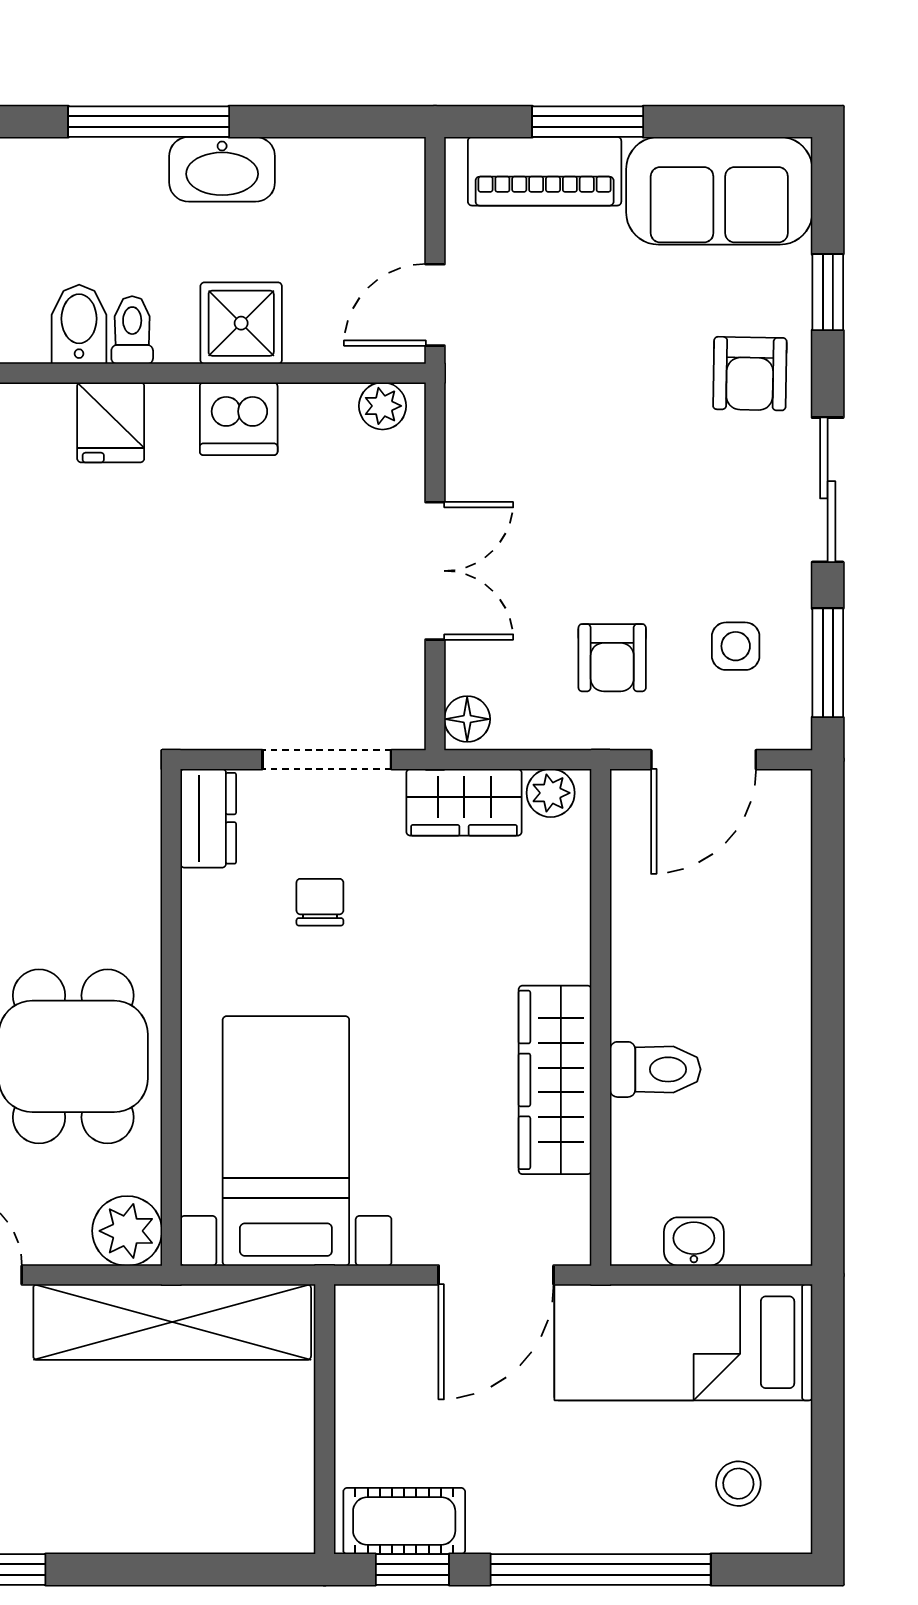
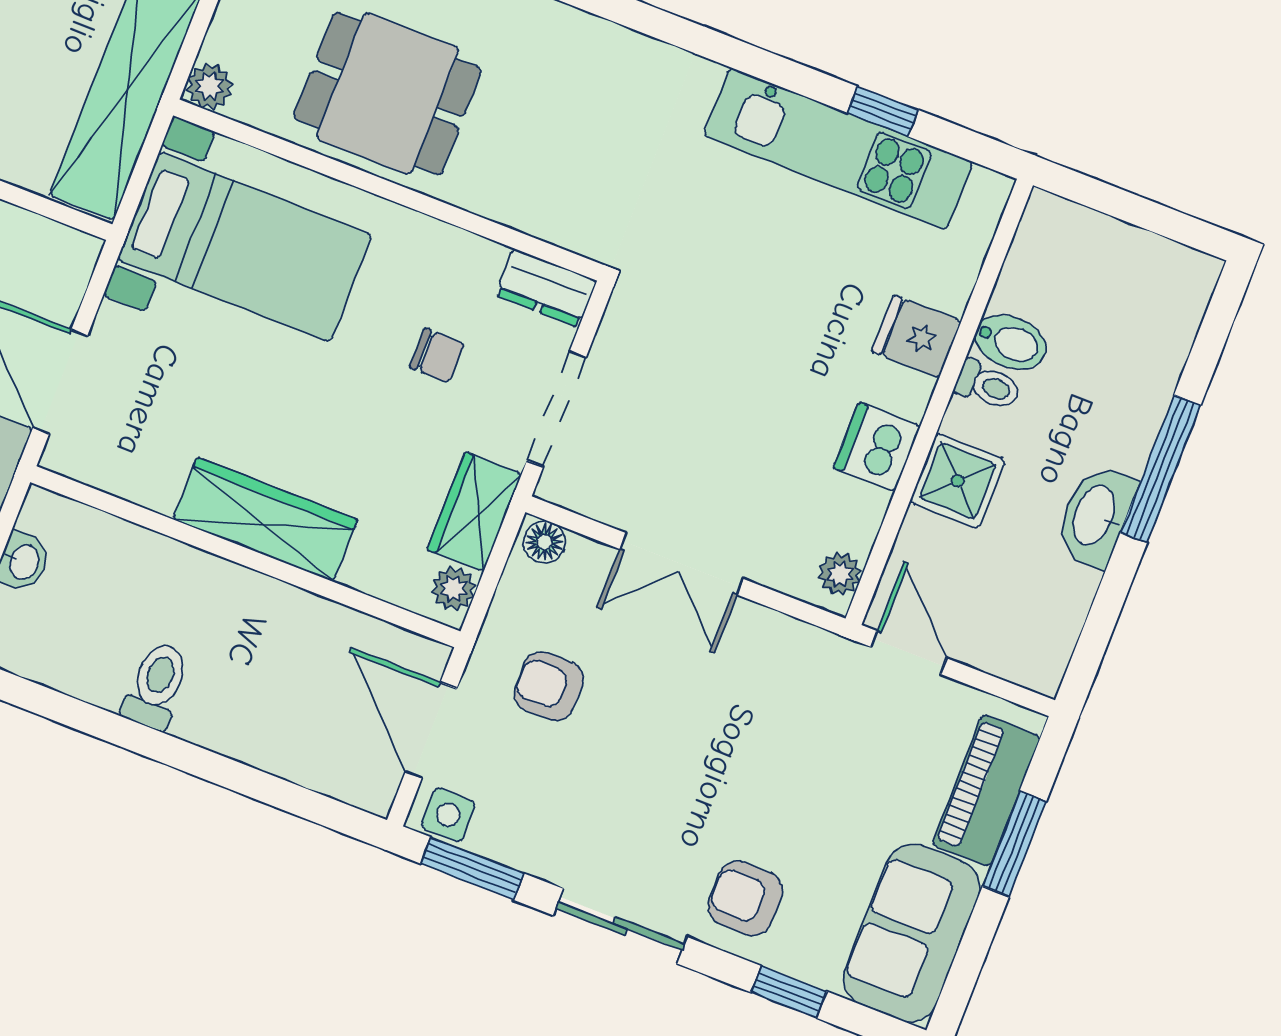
side table: (736, 646) -> (448, 815), moved
toilet: (655, 1069) -> (156, 686), moved, turned 180
wardrobe: (555, 1080) -> (265, 520), moved
plant: (127, 1231) -> (209, 86), width x0.73, depth x0.73

